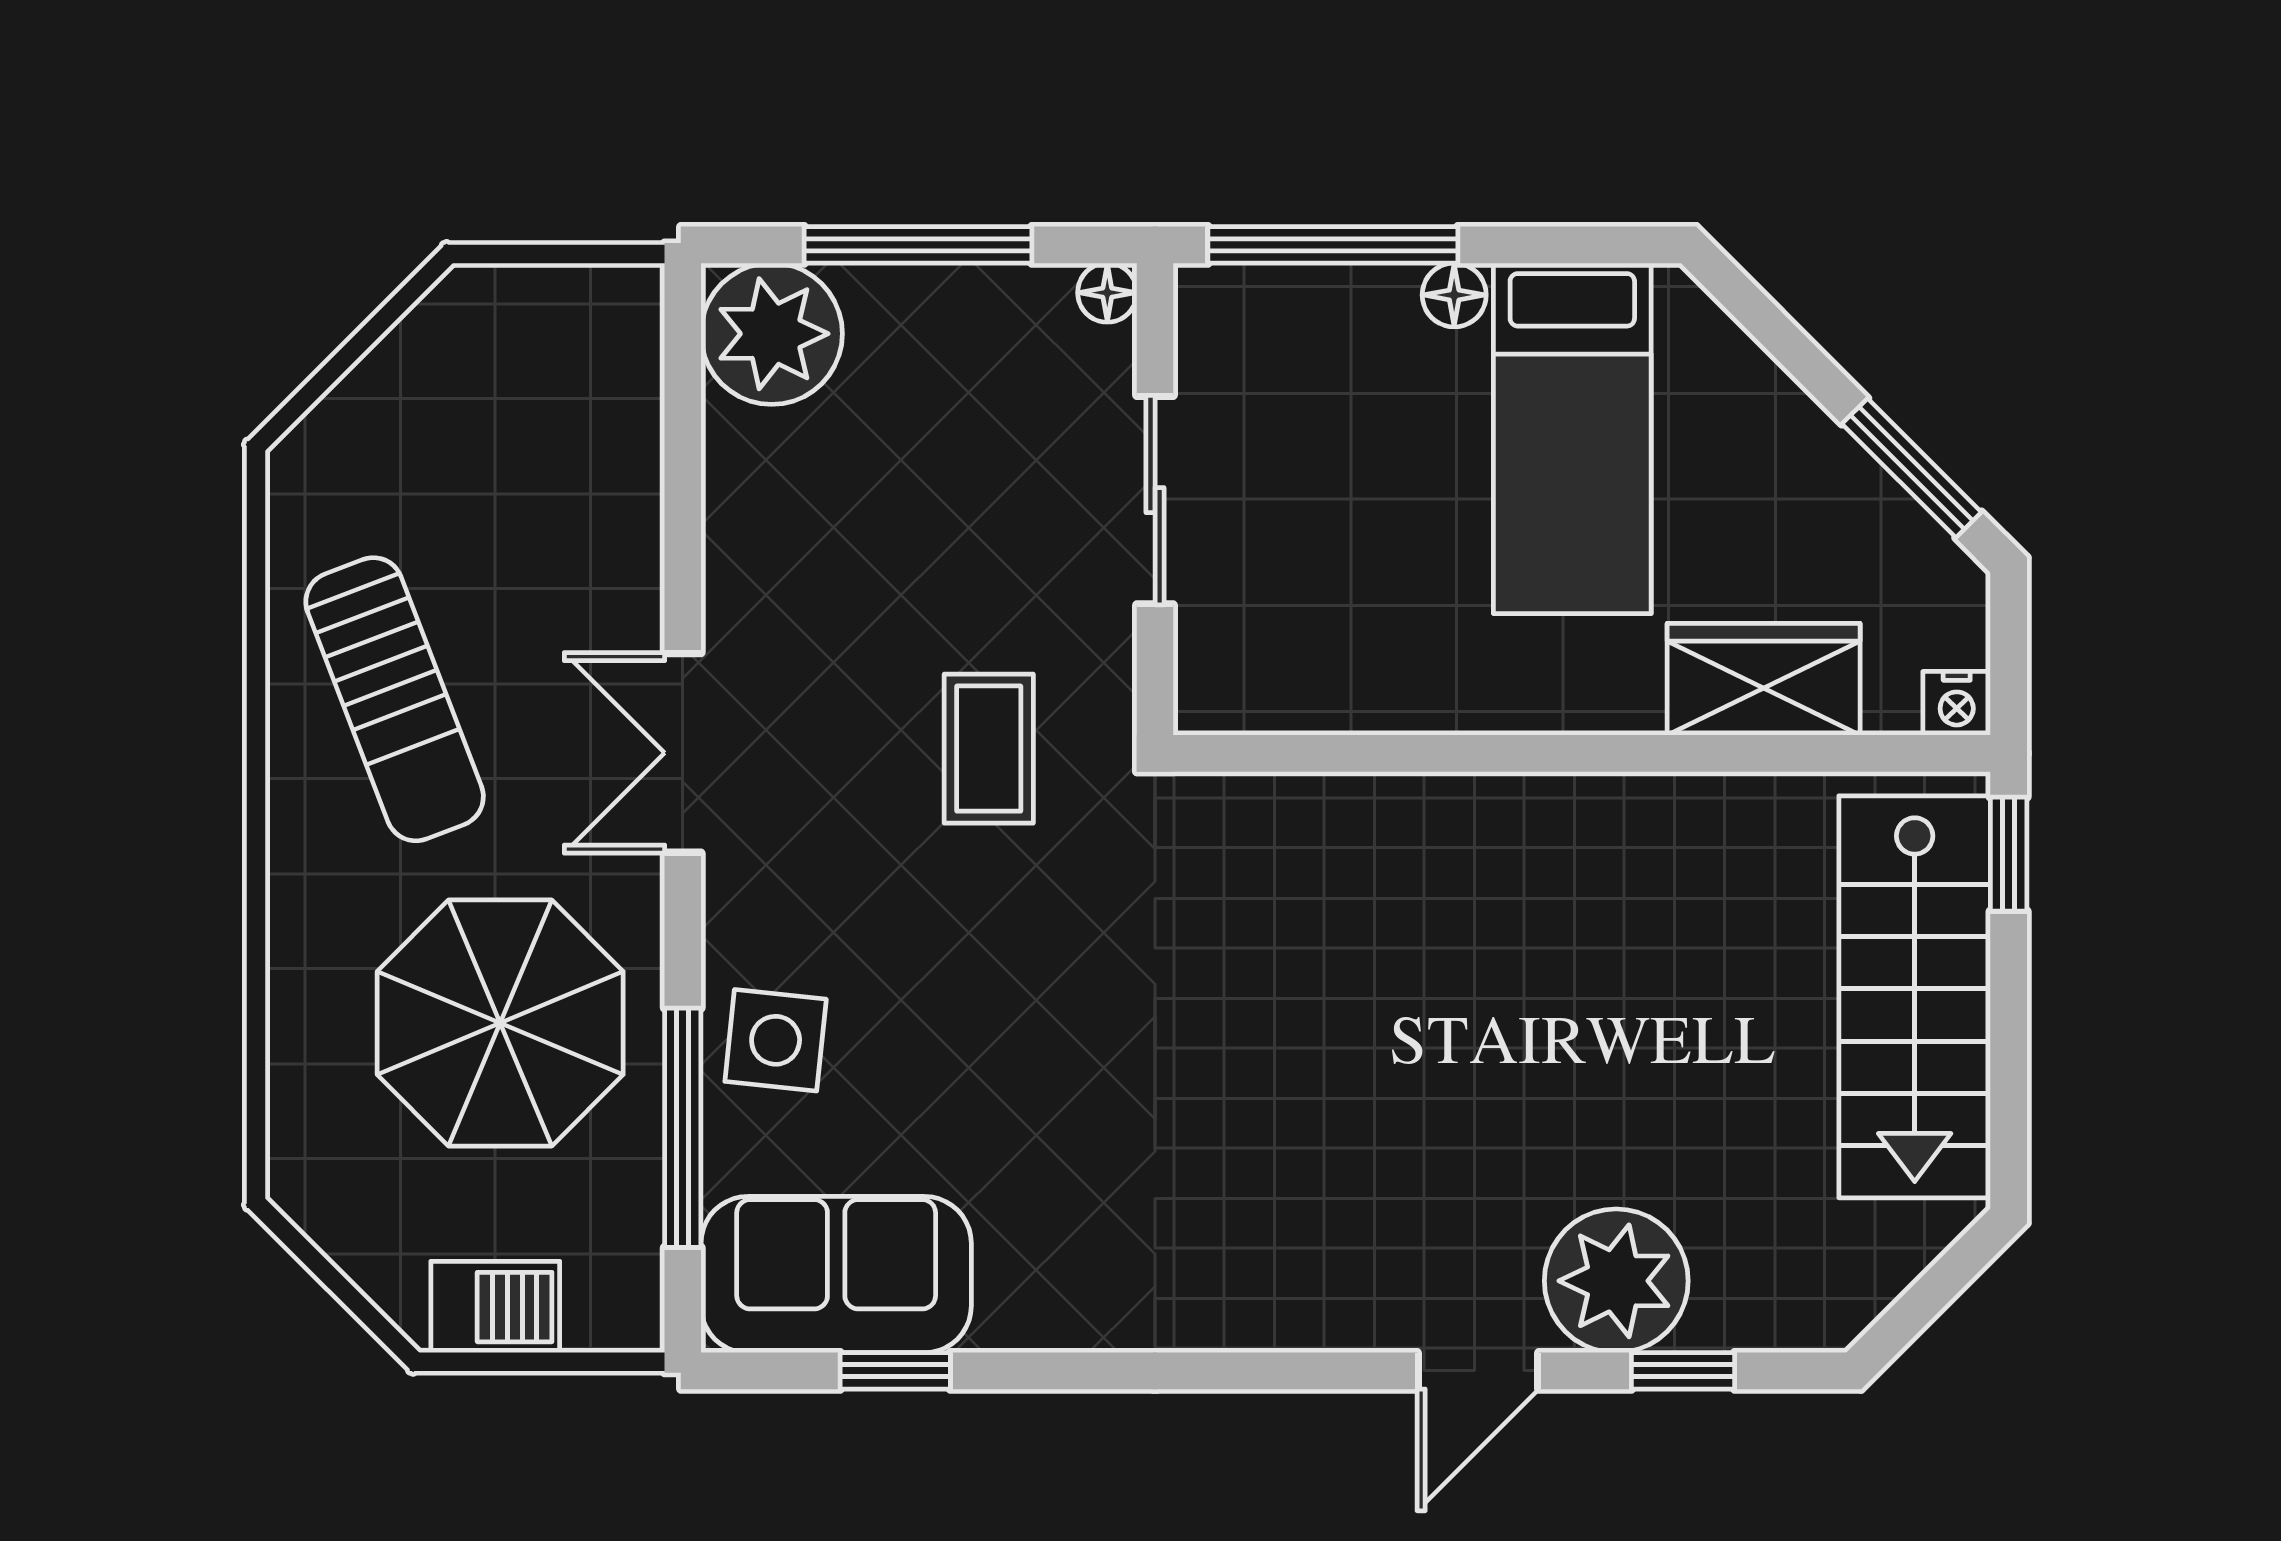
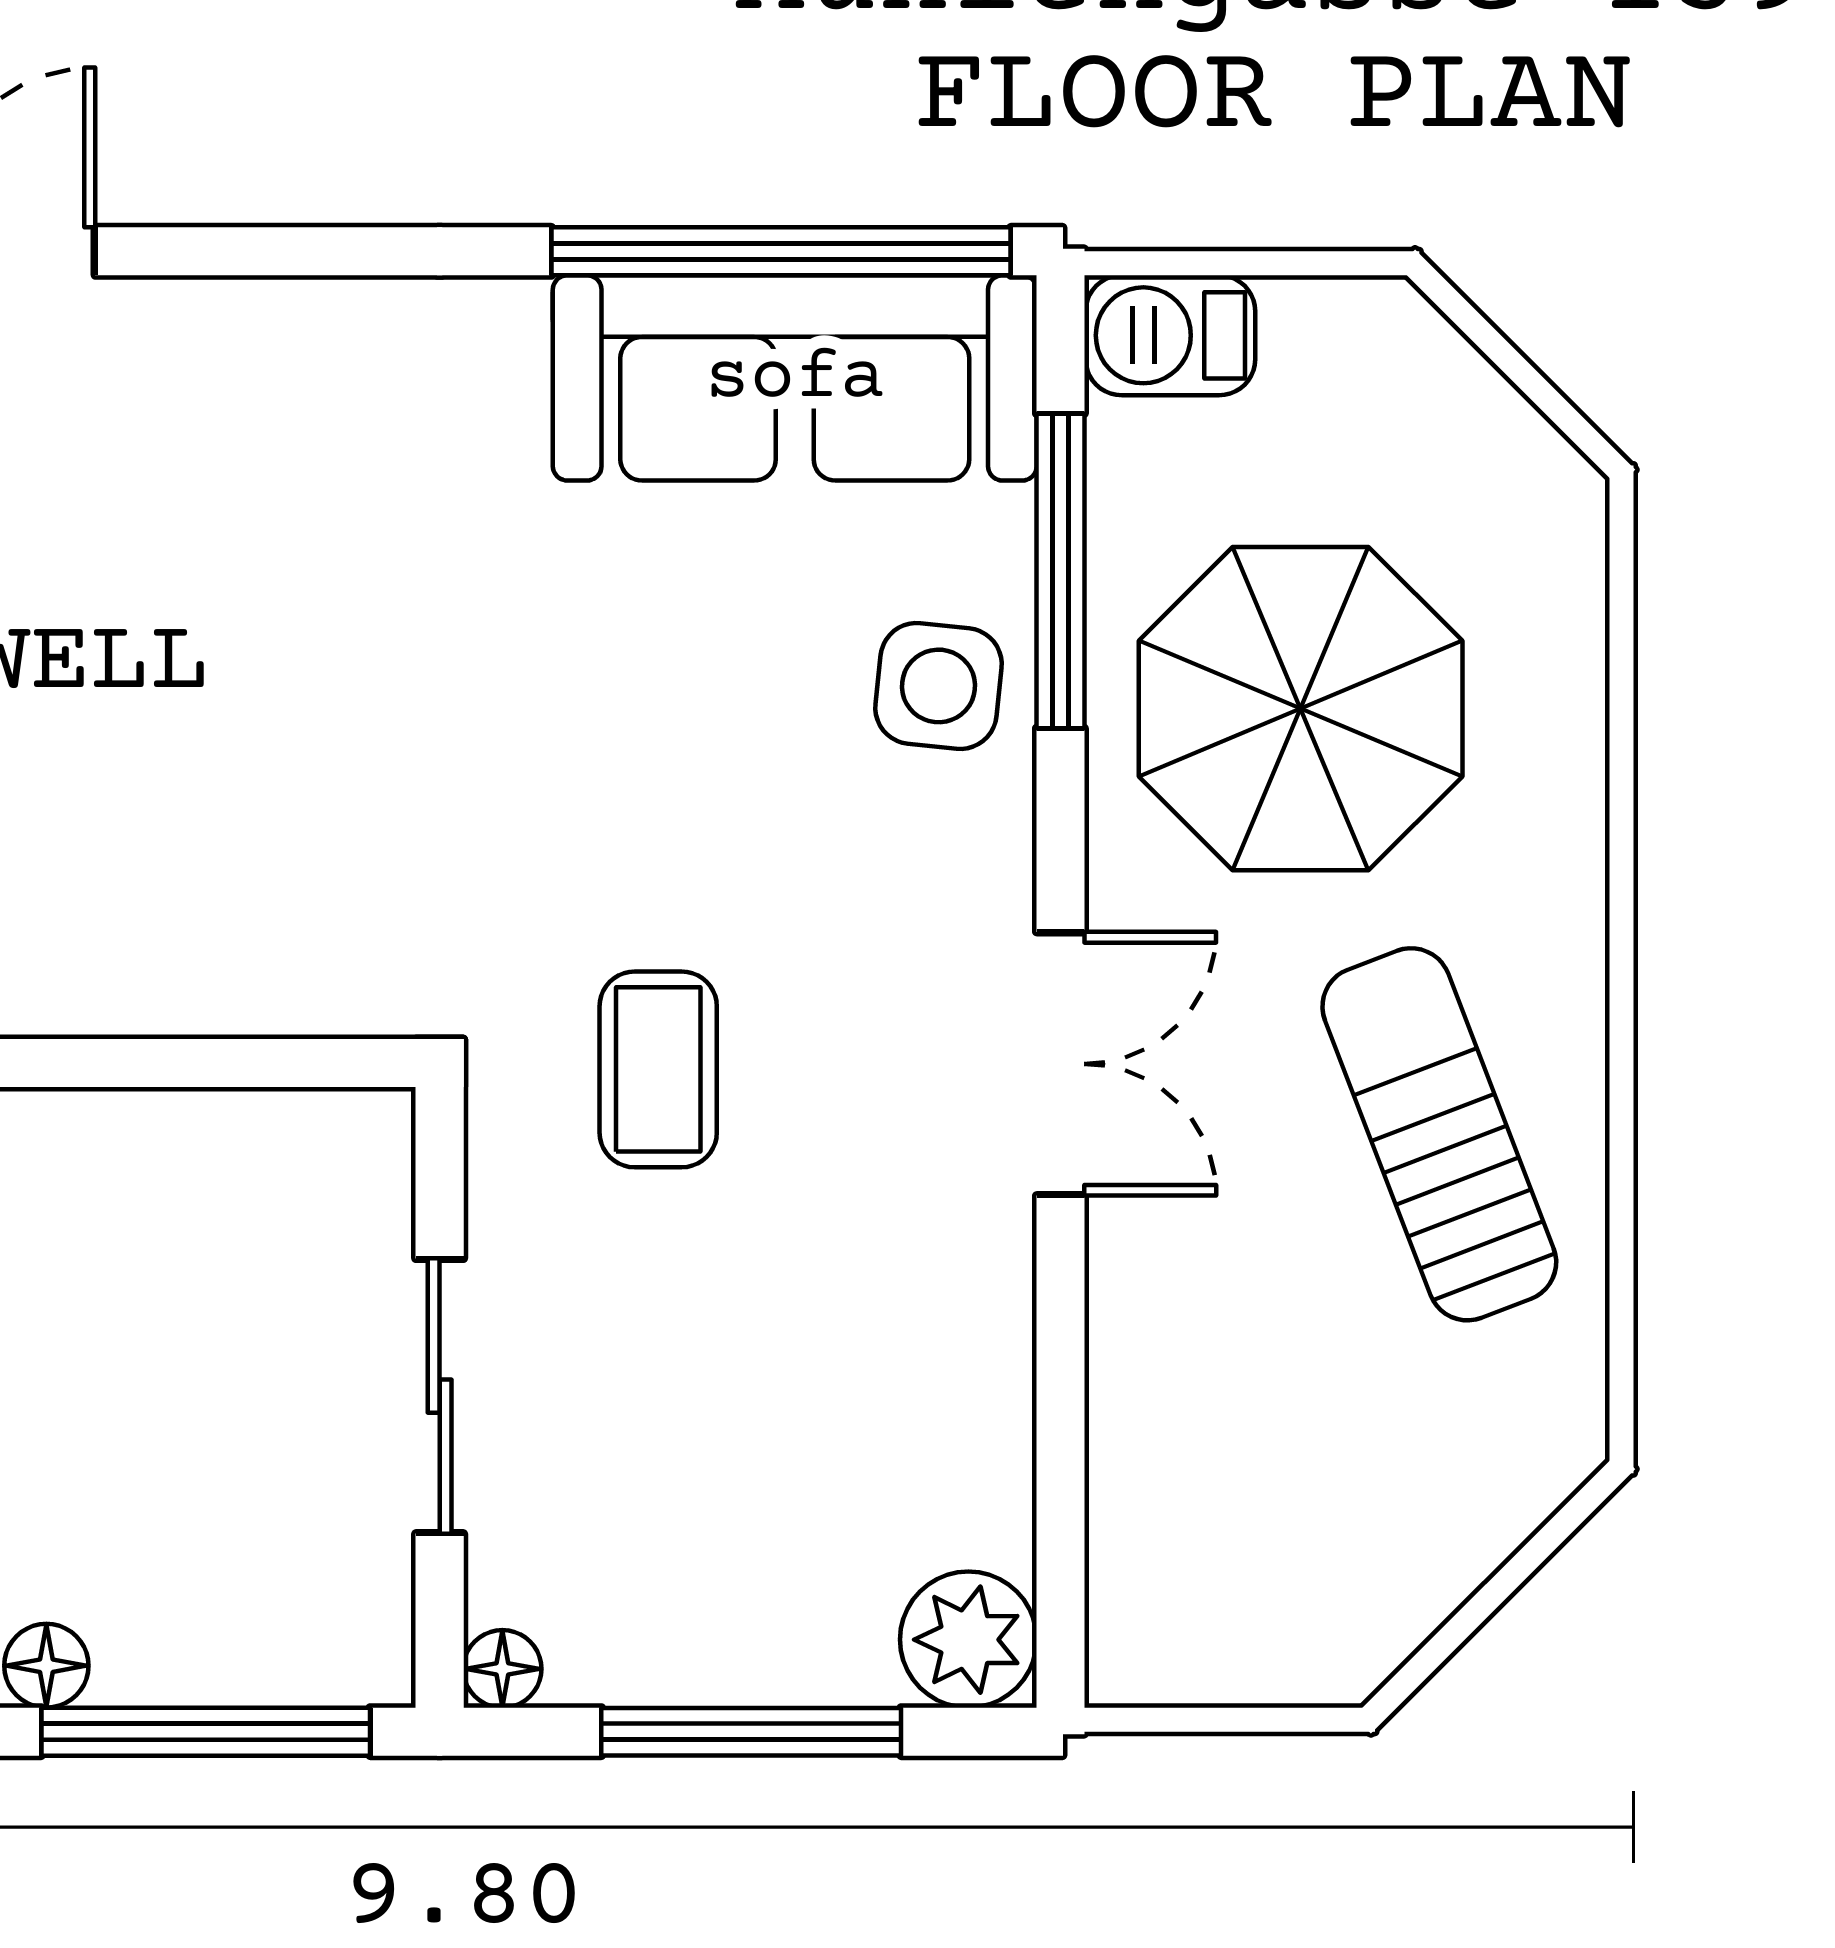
plant: (772, 334) -> (968, 1640), width x0.73, depth x0.73
sofa: (836, 1275) -> (795, 378), width x1.36
barbecue: (495, 1307) -> (1170, 335), moved
window: (895, 1371) -> (781, 251), width x3.17

